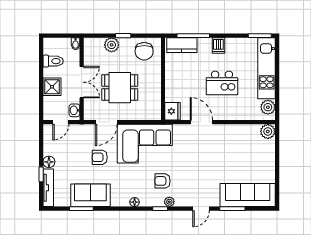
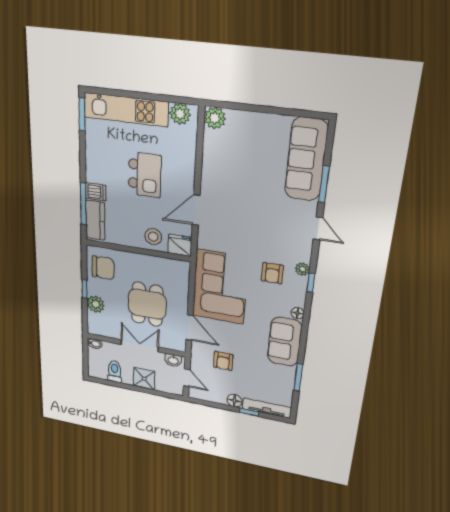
dishwasher: (218, 45) -> (96, 192), moved
stool: (176, 91) -> (153, 237), added
armchair: (100, 157) -> (223, 361), moved
sofa: (90, 195) -> (285, 342), moved

